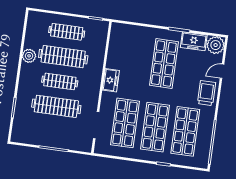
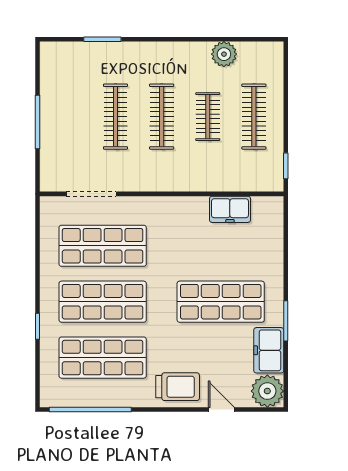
plant: (29, 56) -> (224, 54), moved
clothes rail: (63, 57) -> (208, 117), width x0.54, depth x0.76
freezer: (111, 80) -> (230, 209), moved
clothes rail: (56, 106) -> (115, 117), width x0.73, depth x0.76

